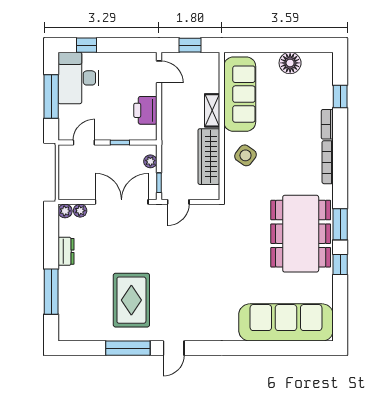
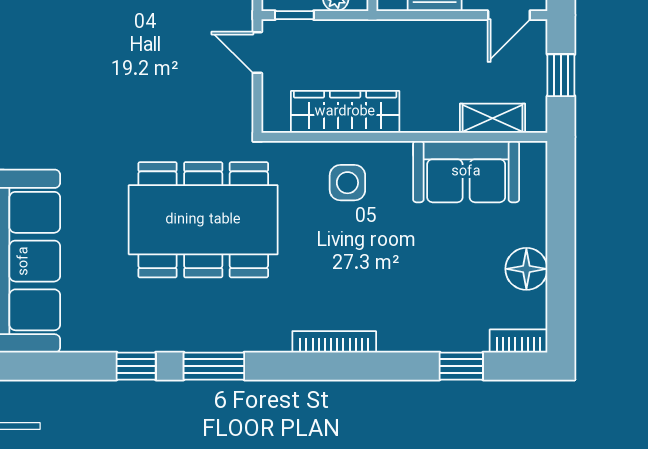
sofa: (240, 94) -> (466, 172), width x0.73
shelving: (212, 110) -> (493, 118), moved
bookcase: (327, 124) -> (519, 341), moved
side table: (245, 155) -> (347, 183), turned -36
dining table: (301, 234) -> (203, 220), moved

